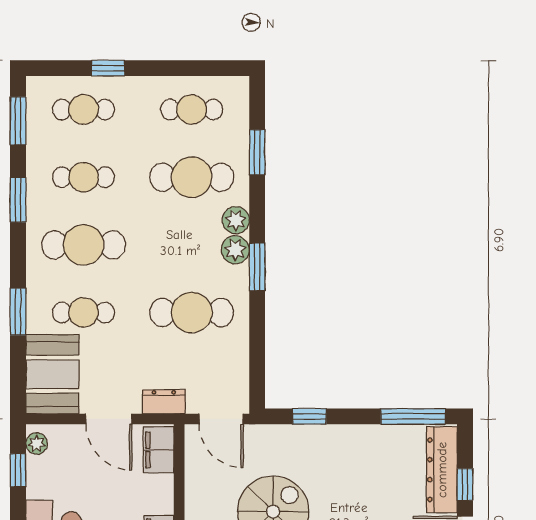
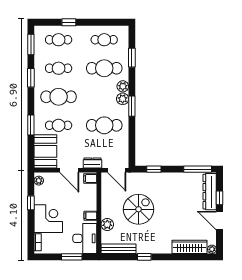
filing cabinet: (159, 450) -> (90, 178), width x0.50
window: (18, 470) -> (31, 203), moved

